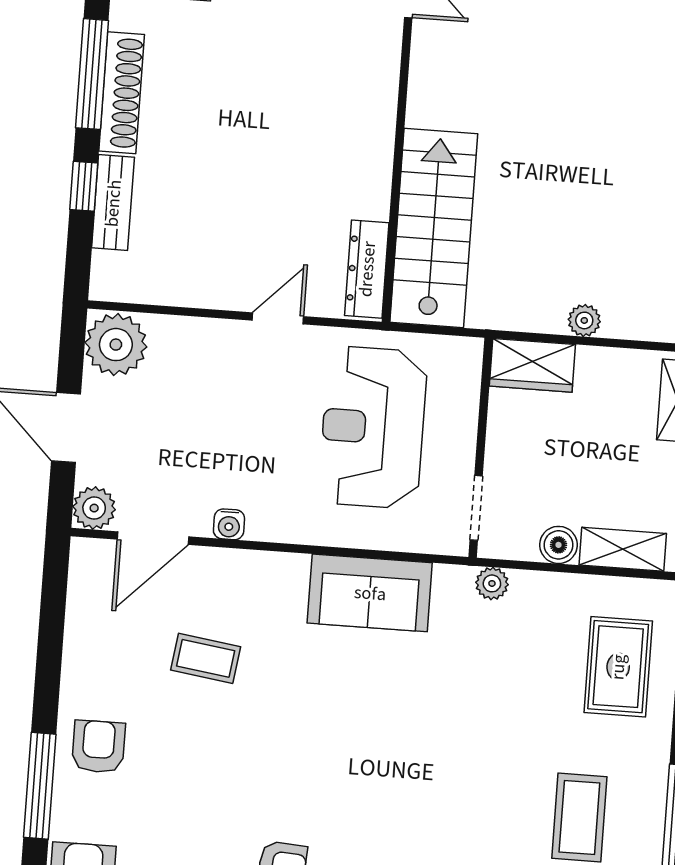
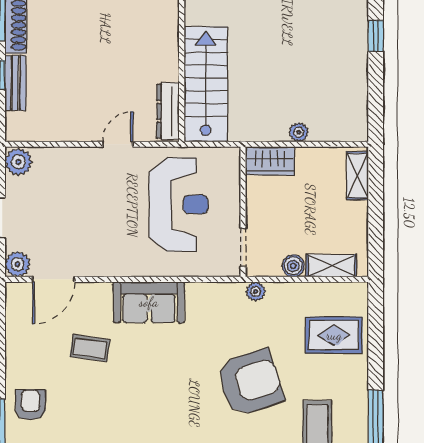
plant: (116, 345) -> (18, 162), width x0.73, depth x0.73
reception desk: (373, 427) -> (179, 204), turned 180
water cooler: (229, 524) -> (98, 268), removed
sofa: (370, 593) -> (149, 302), moved
rug: (618, 667) -> (334, 335), turned 90
armchair: (471, 736) -> (250, 383), added

